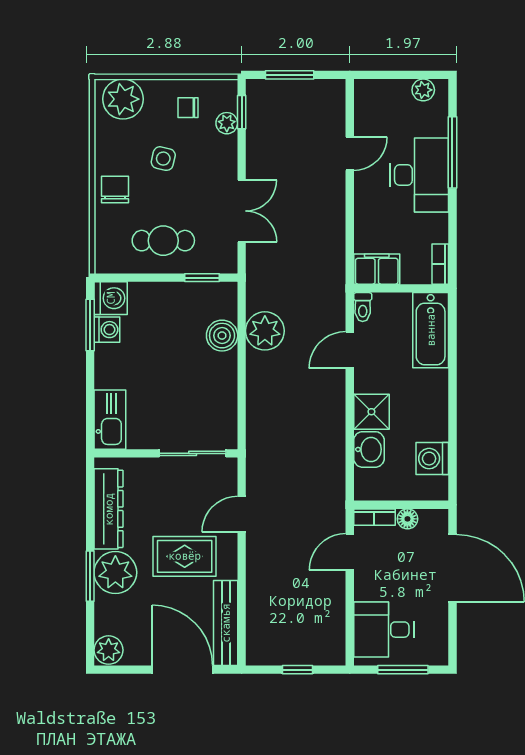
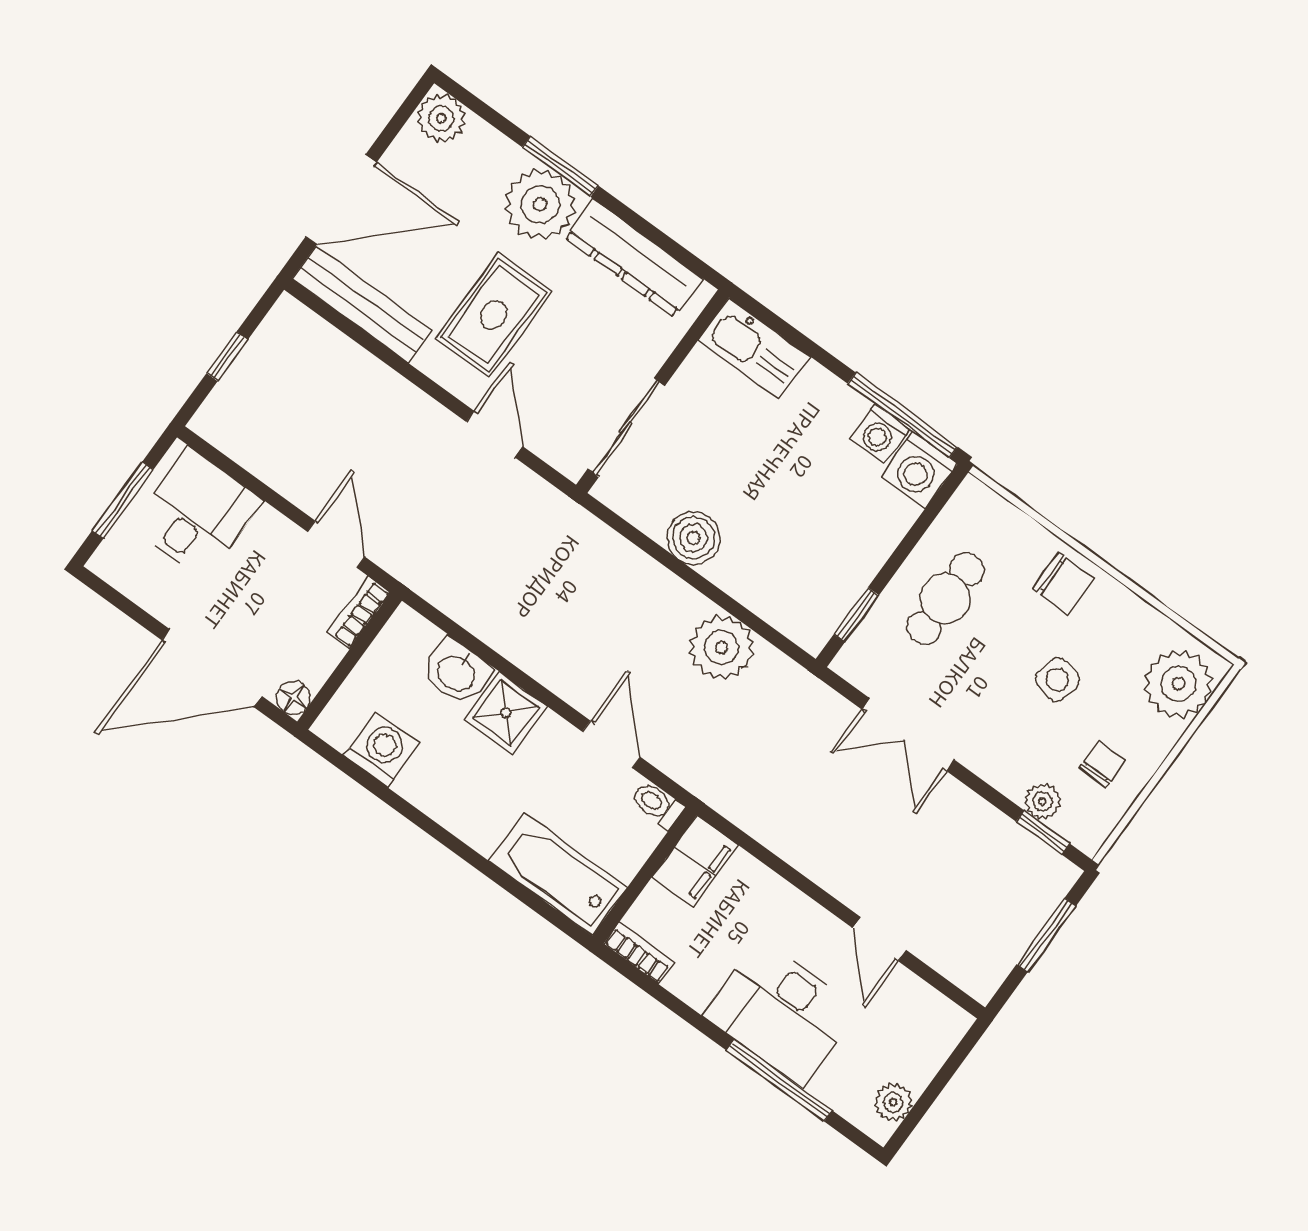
window: (90, 325) -> (903, 415), width x1.44
boiler: (222, 336) -> (693, 538), moved
floor lamp: (407, 519) -> (293, 698), moved

